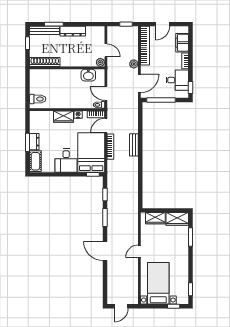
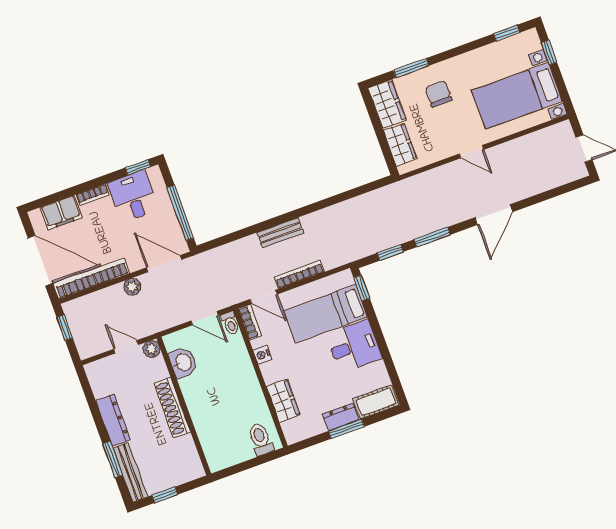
door: (163, 24) -> (40, 261), width x1.88
door: (106, 50) -> (126, 347), hinge flipped
shoe rack: (45, 62) -> (172, 408), moved
door: (106, 93) -> (205, 318), hinge flipped
wardrobe: (63, 117) -> (283, 401), moved
bed: (91, 152) -> (326, 314), width x0.67
chair: (173, 246) -> (439, 94), added

